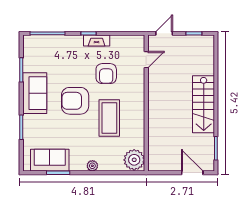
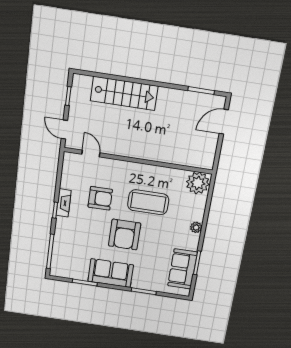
stairs: (204, 104) -> (124, 93), moved

